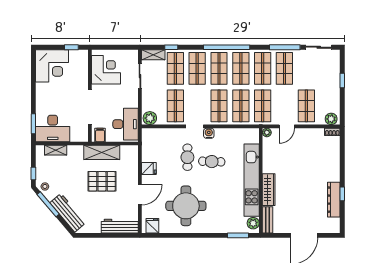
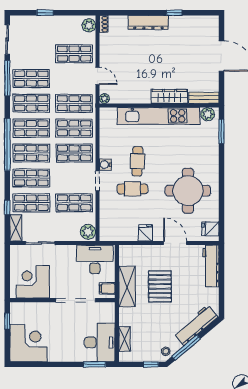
dresser: (334, 200) -> (148, 22), moved

